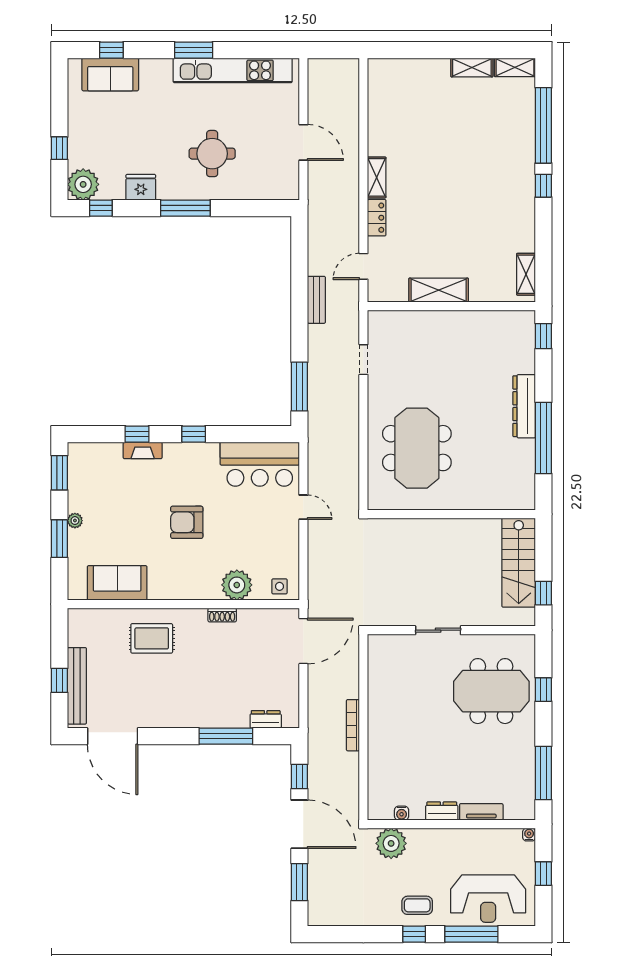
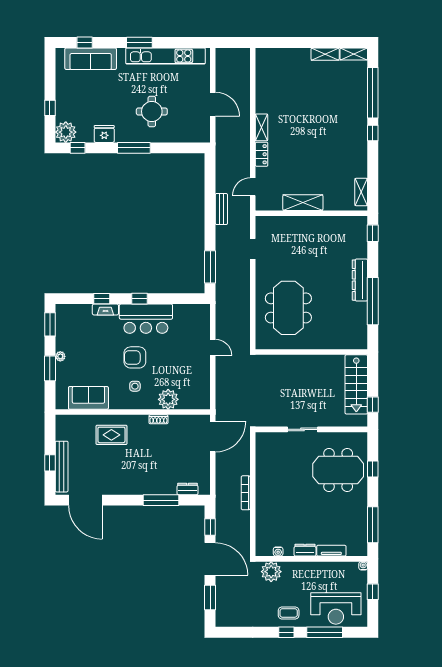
sofa: (110, 74) -> (91, 59), width x1.36
bar counter: (260, 464) -> (146, 319), moved
side table: (280, 586) -> (135, 386), moved

